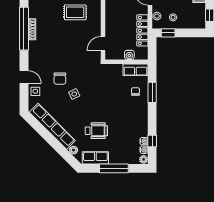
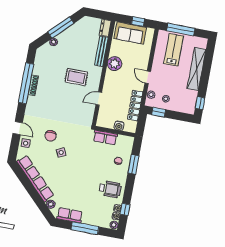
door: (103, 44) -> (99, 99), moved
row of seats: (135, 70) -> (105, 137), moved
wheelchair: (96, 131) -> (110, 189), moved

